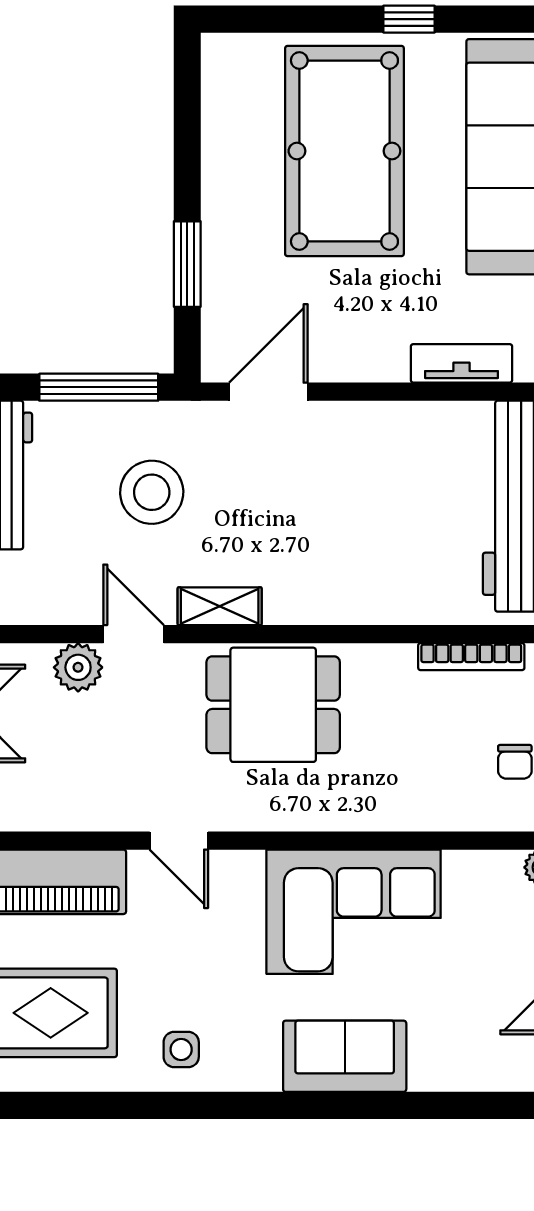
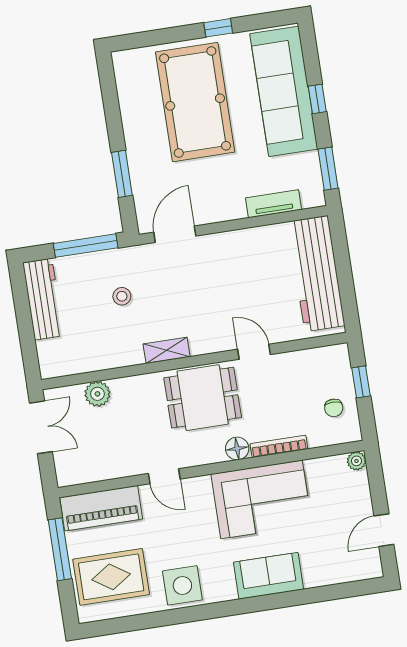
stool: (152, 492) -> (122, 296), width x0.53, depth x0.53
door: (134, 634) -> (254, 352), moved
bookcase: (471, 657) -> (279, 446), moved, turned 180
floor lamp: (323, 810) -> (237, 449), added
side table: (181, 1050) -> (182, 585), width x1.87, depth x1.87

